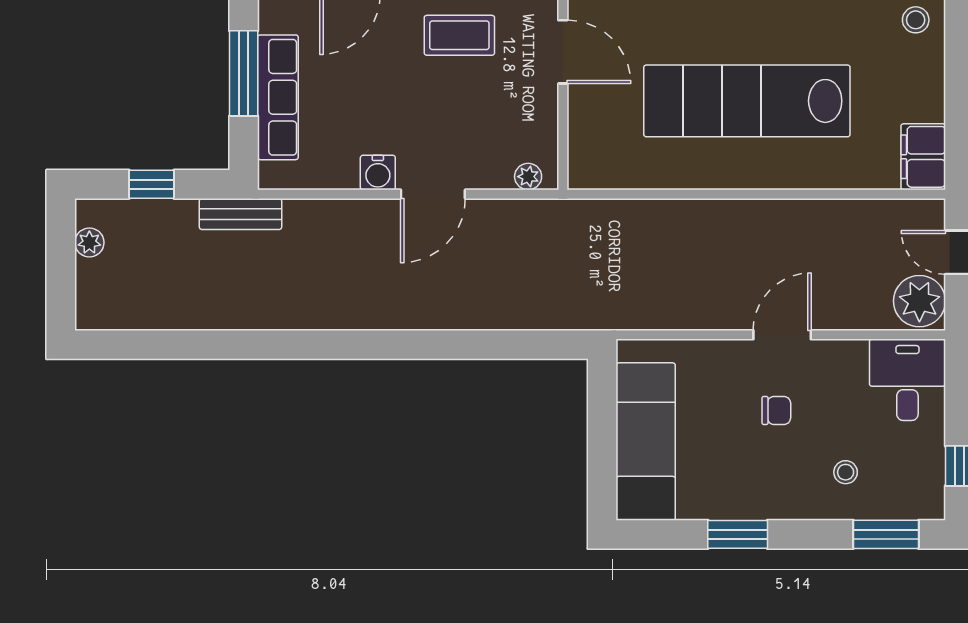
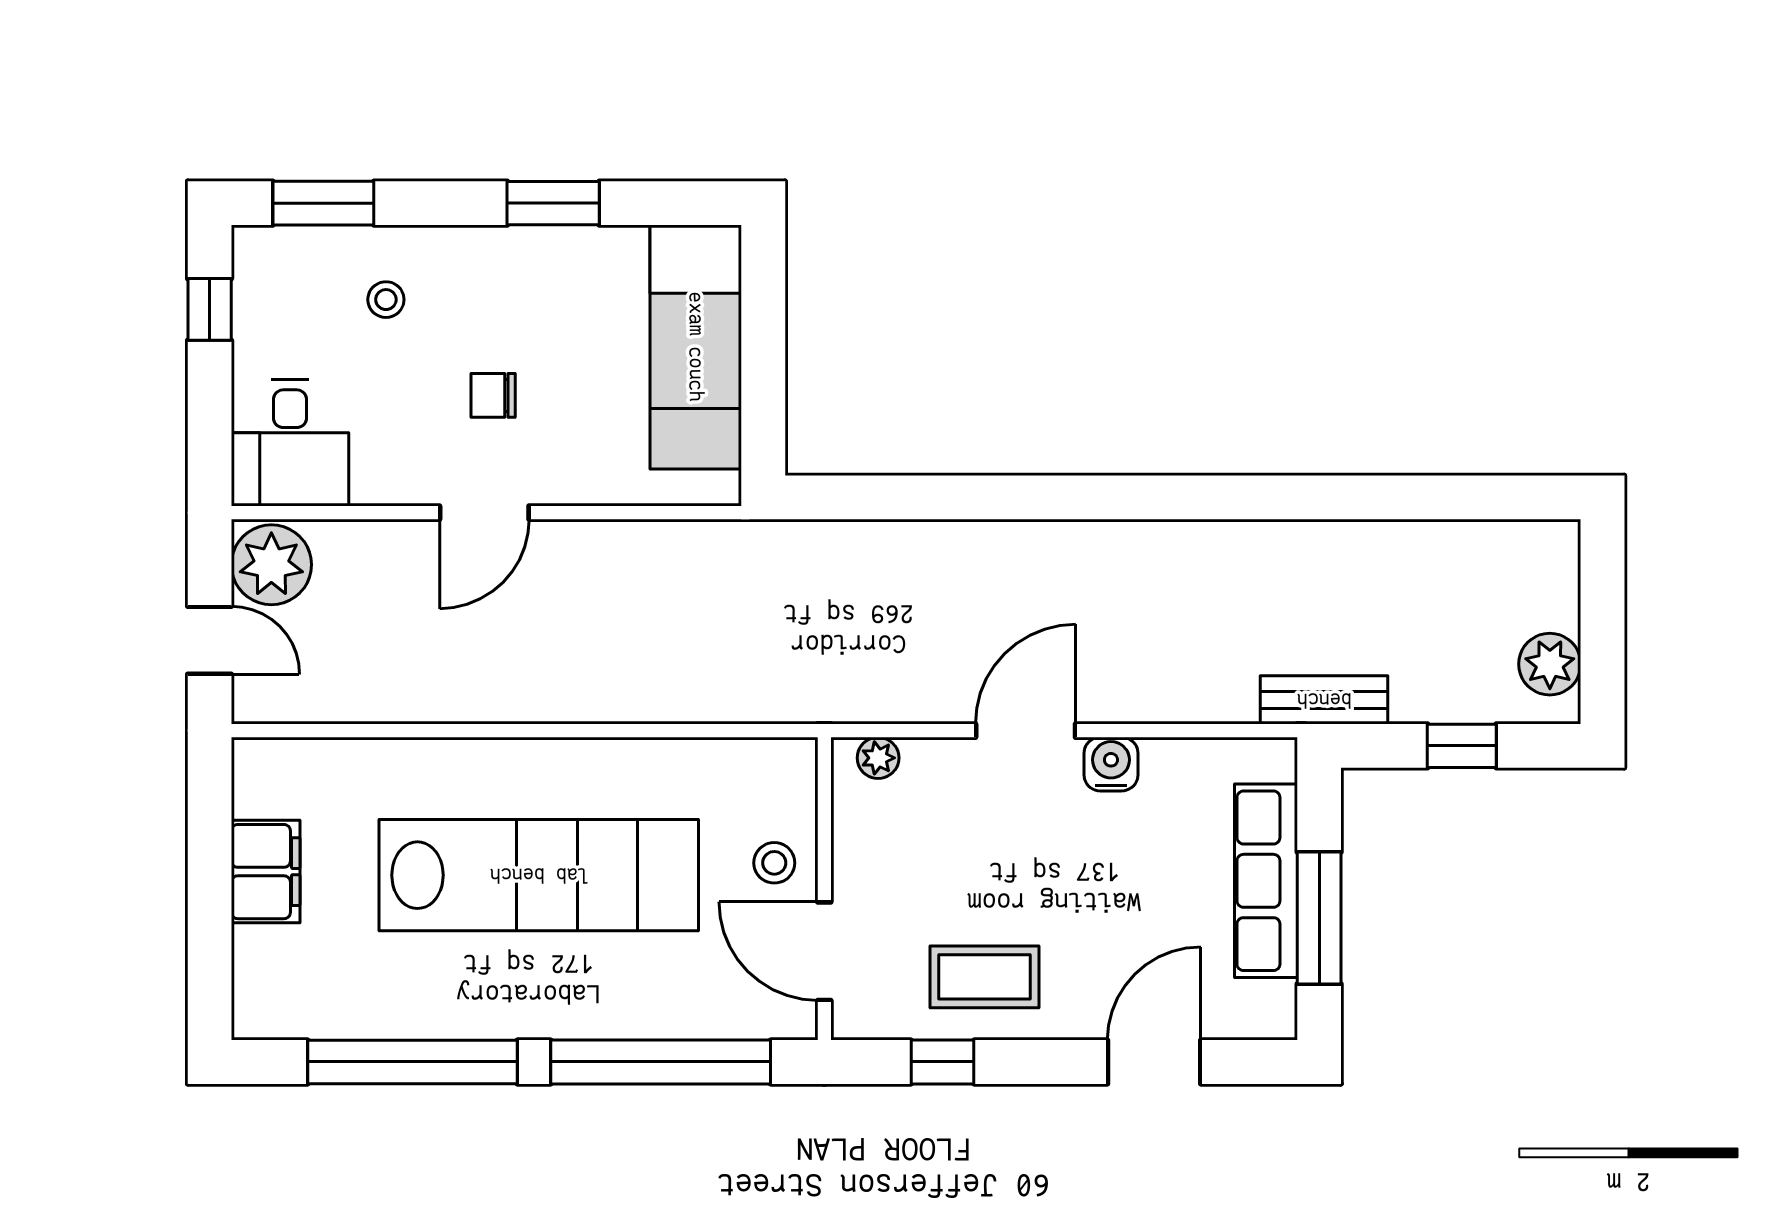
stool: (916, 20) -> (774, 863), moved
filing cabinet: (923, 157) -> (266, 872), moved
plant: (89, 242) -> (1550, 664), width x1.38, depth x1.38

